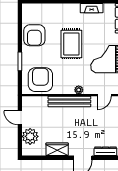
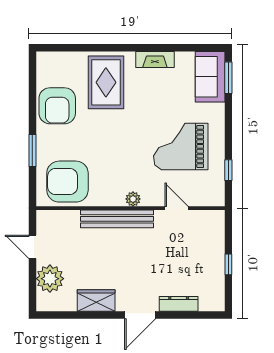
rug: (71, 44) -> (106, 82), moved
armchair: (40, 80) -> (67, 182), turned -90
door: (104, 95) -> (177, 208), swing flipped

